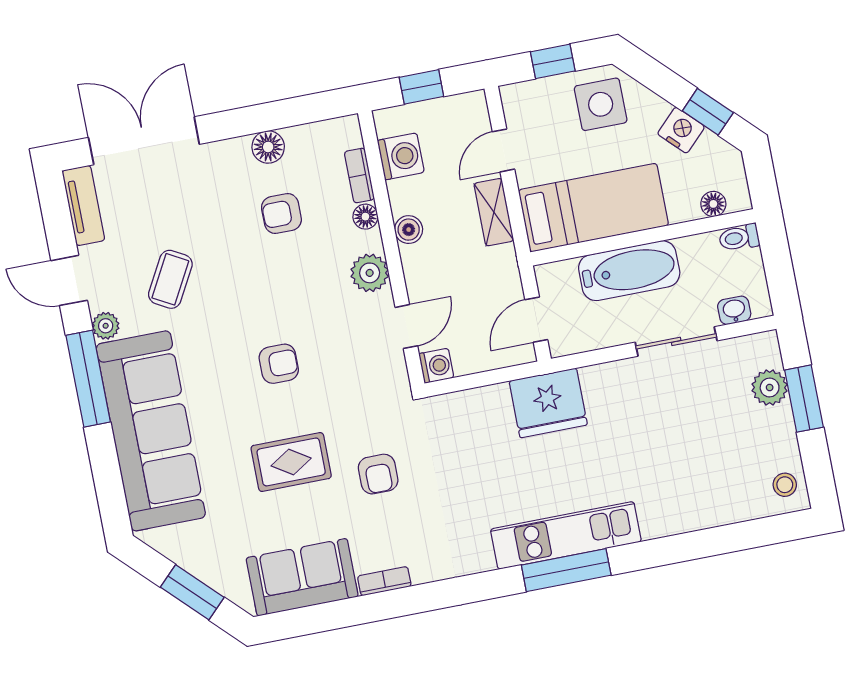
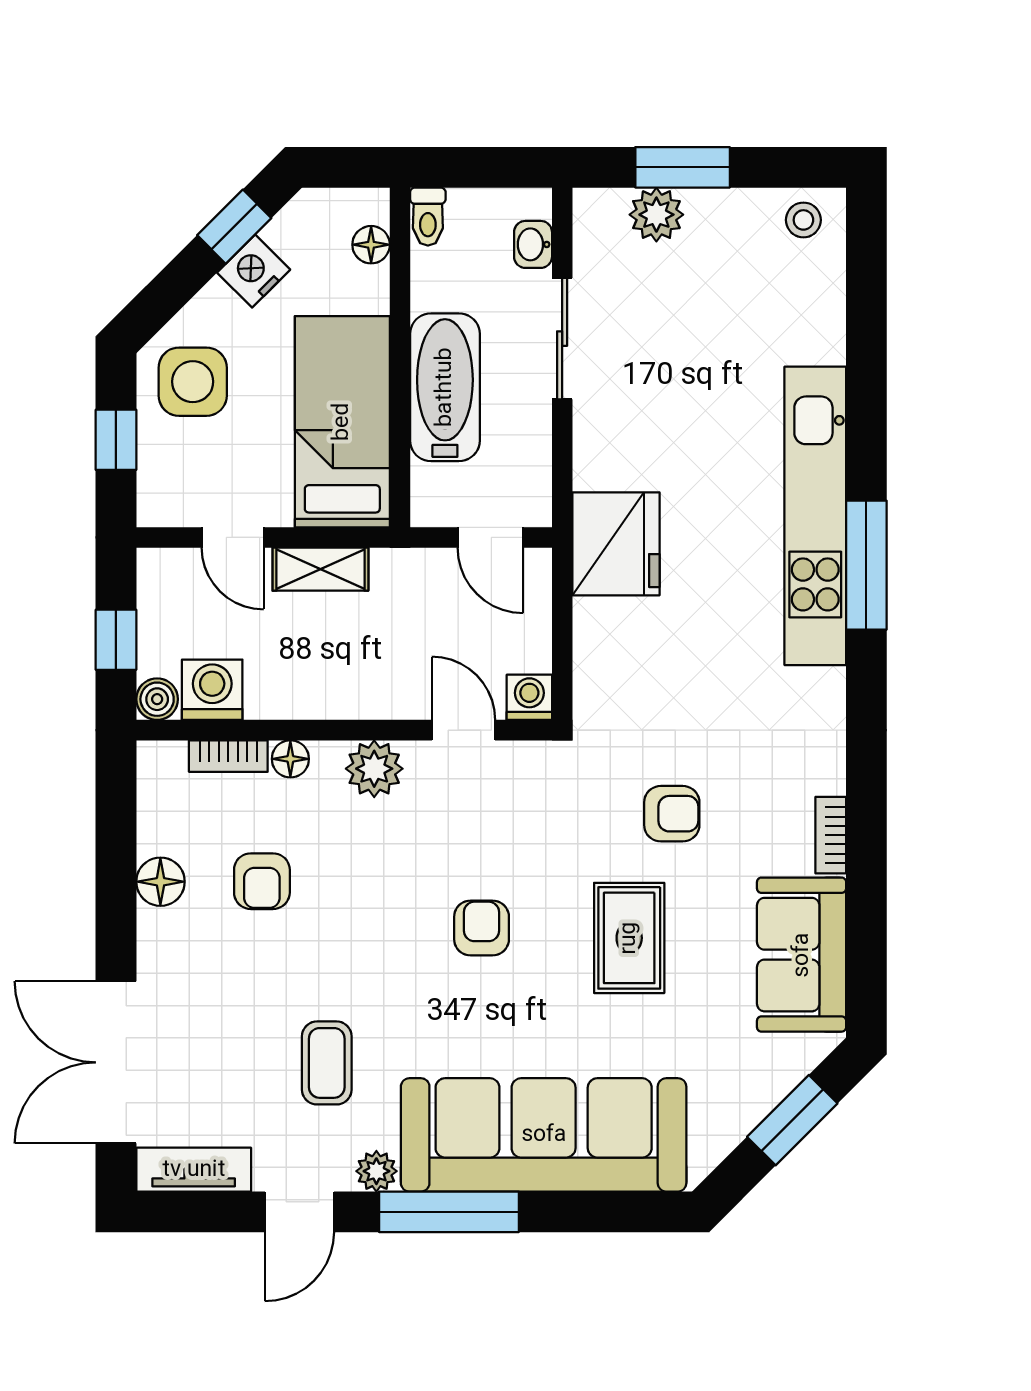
boiler: (409, 230) -> (157, 699), moved
coffee table: (170, 279) -> (327, 1063), turned 61
kitchen unit: (566, 535) -> (815, 516), width x1.36

